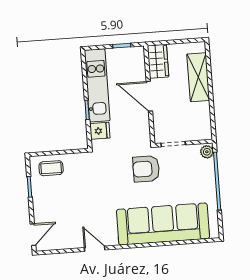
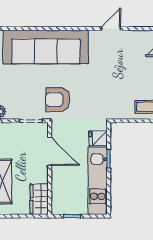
door: (149, 96) -> (50, 151), moved
armchair: (146, 169) -> (58, 100), turned 180
door: (95, 249) -> (111, 29), swing flipped

